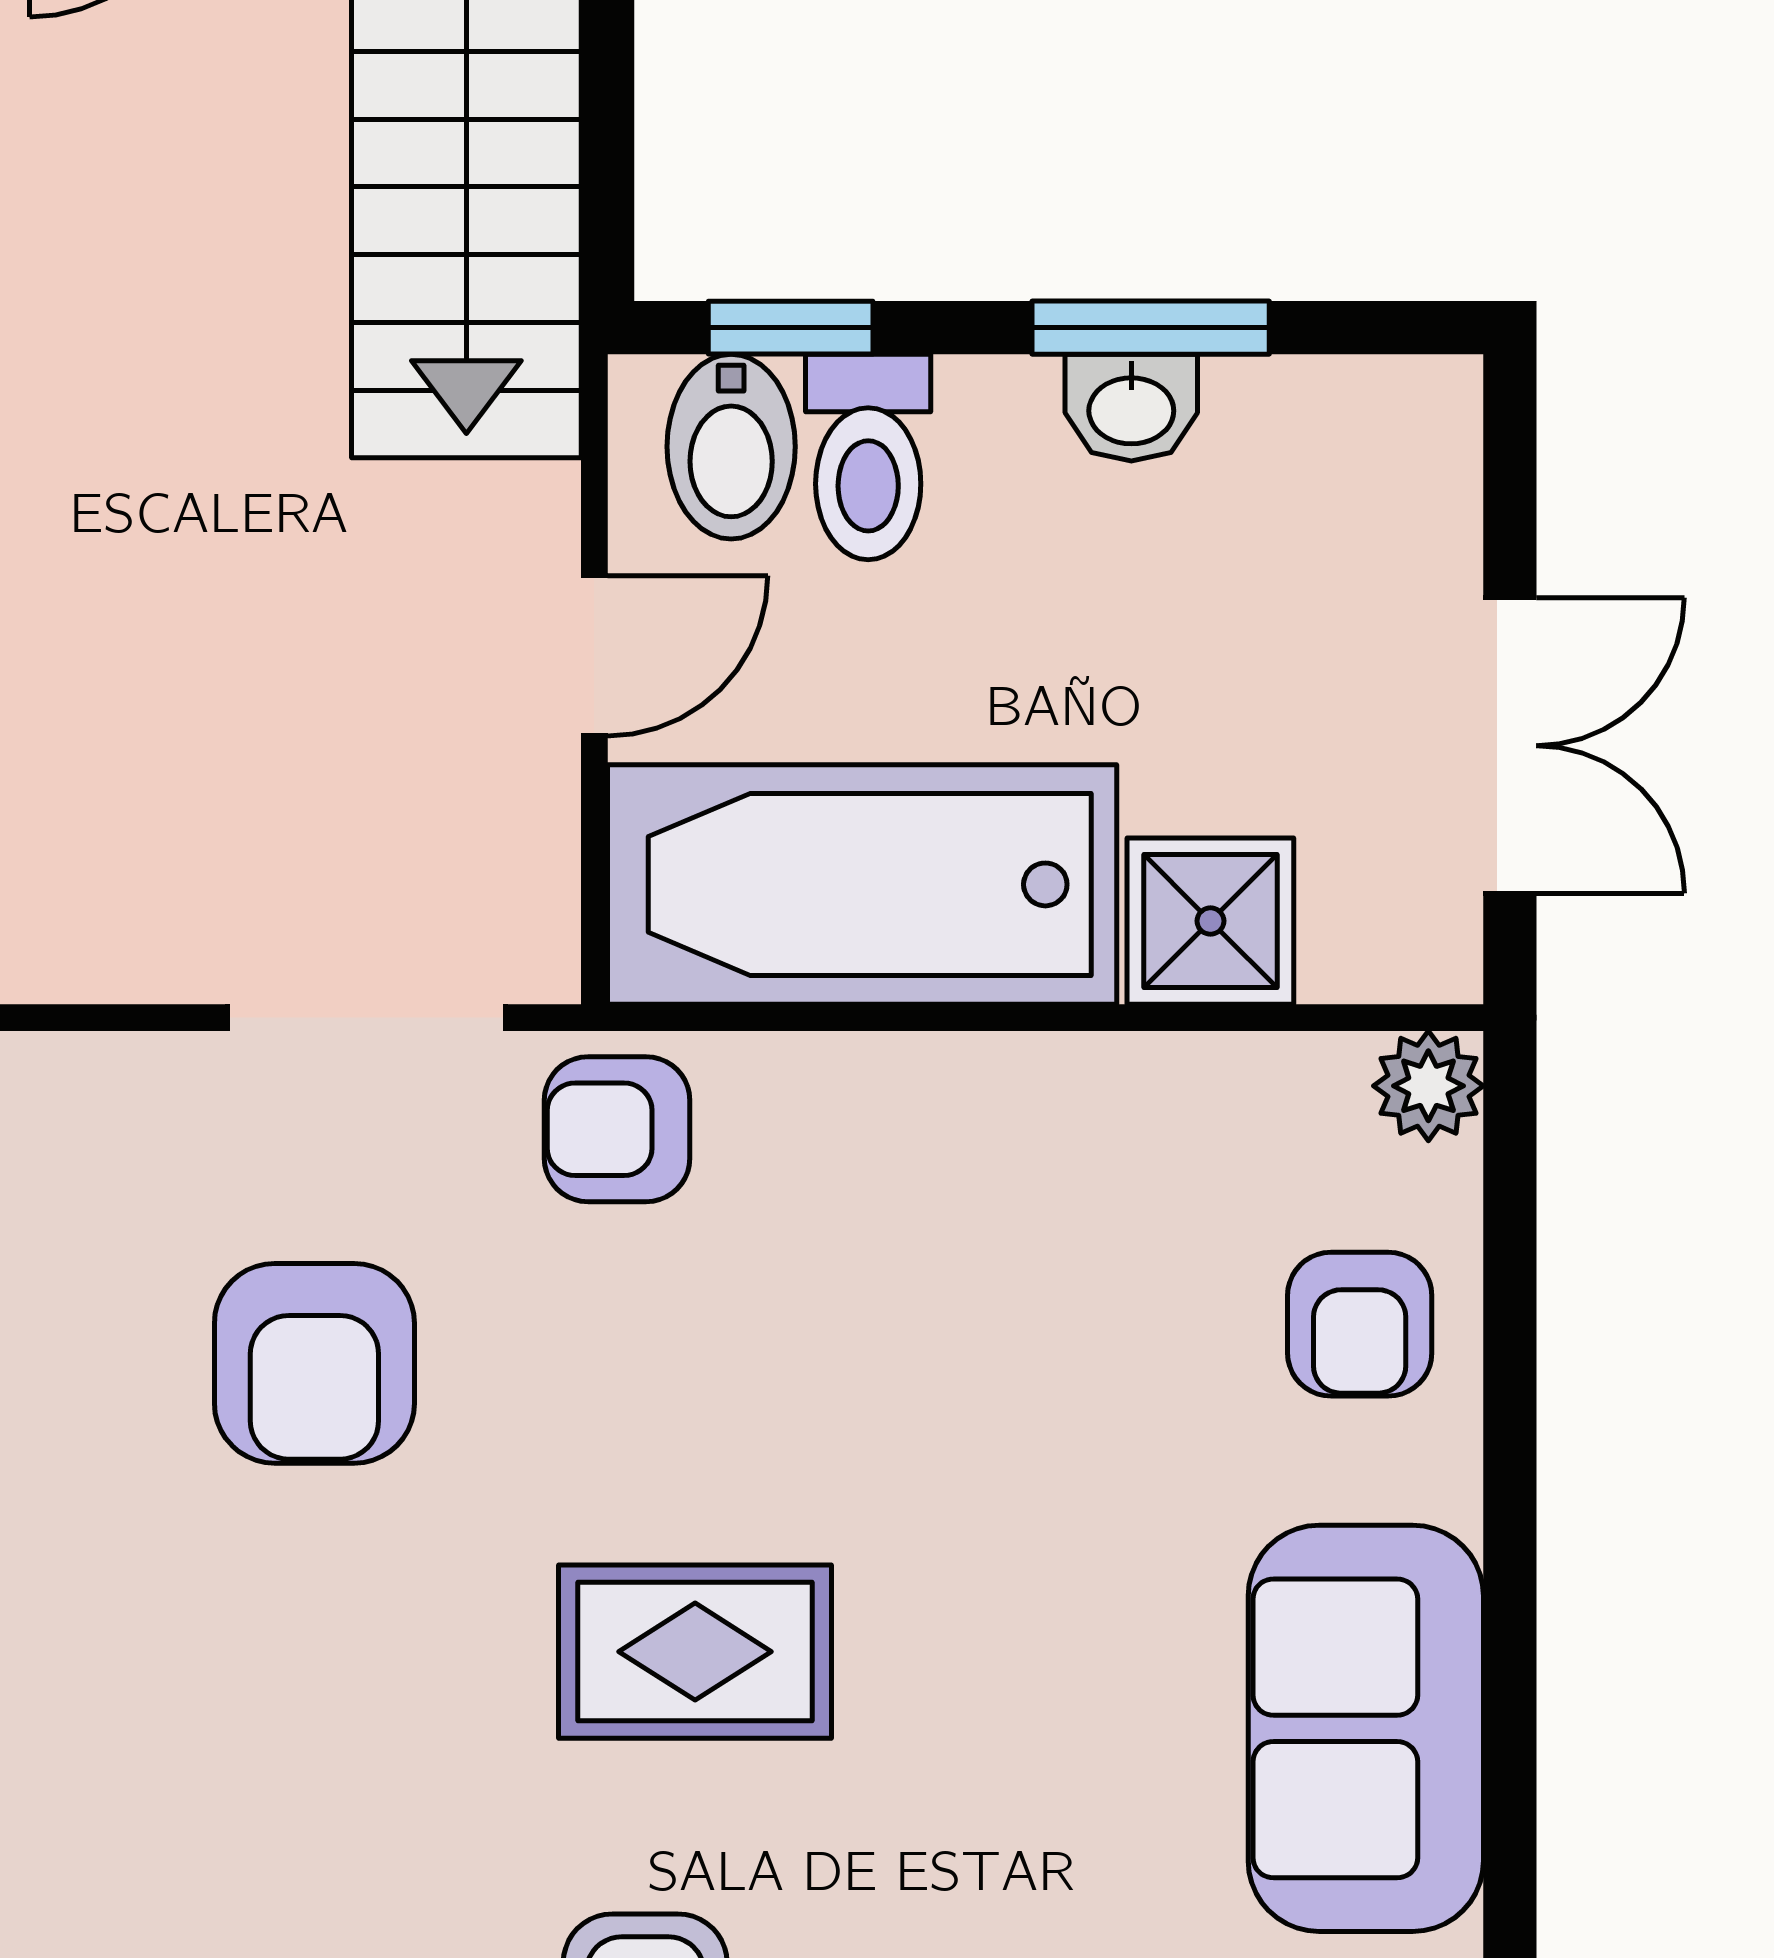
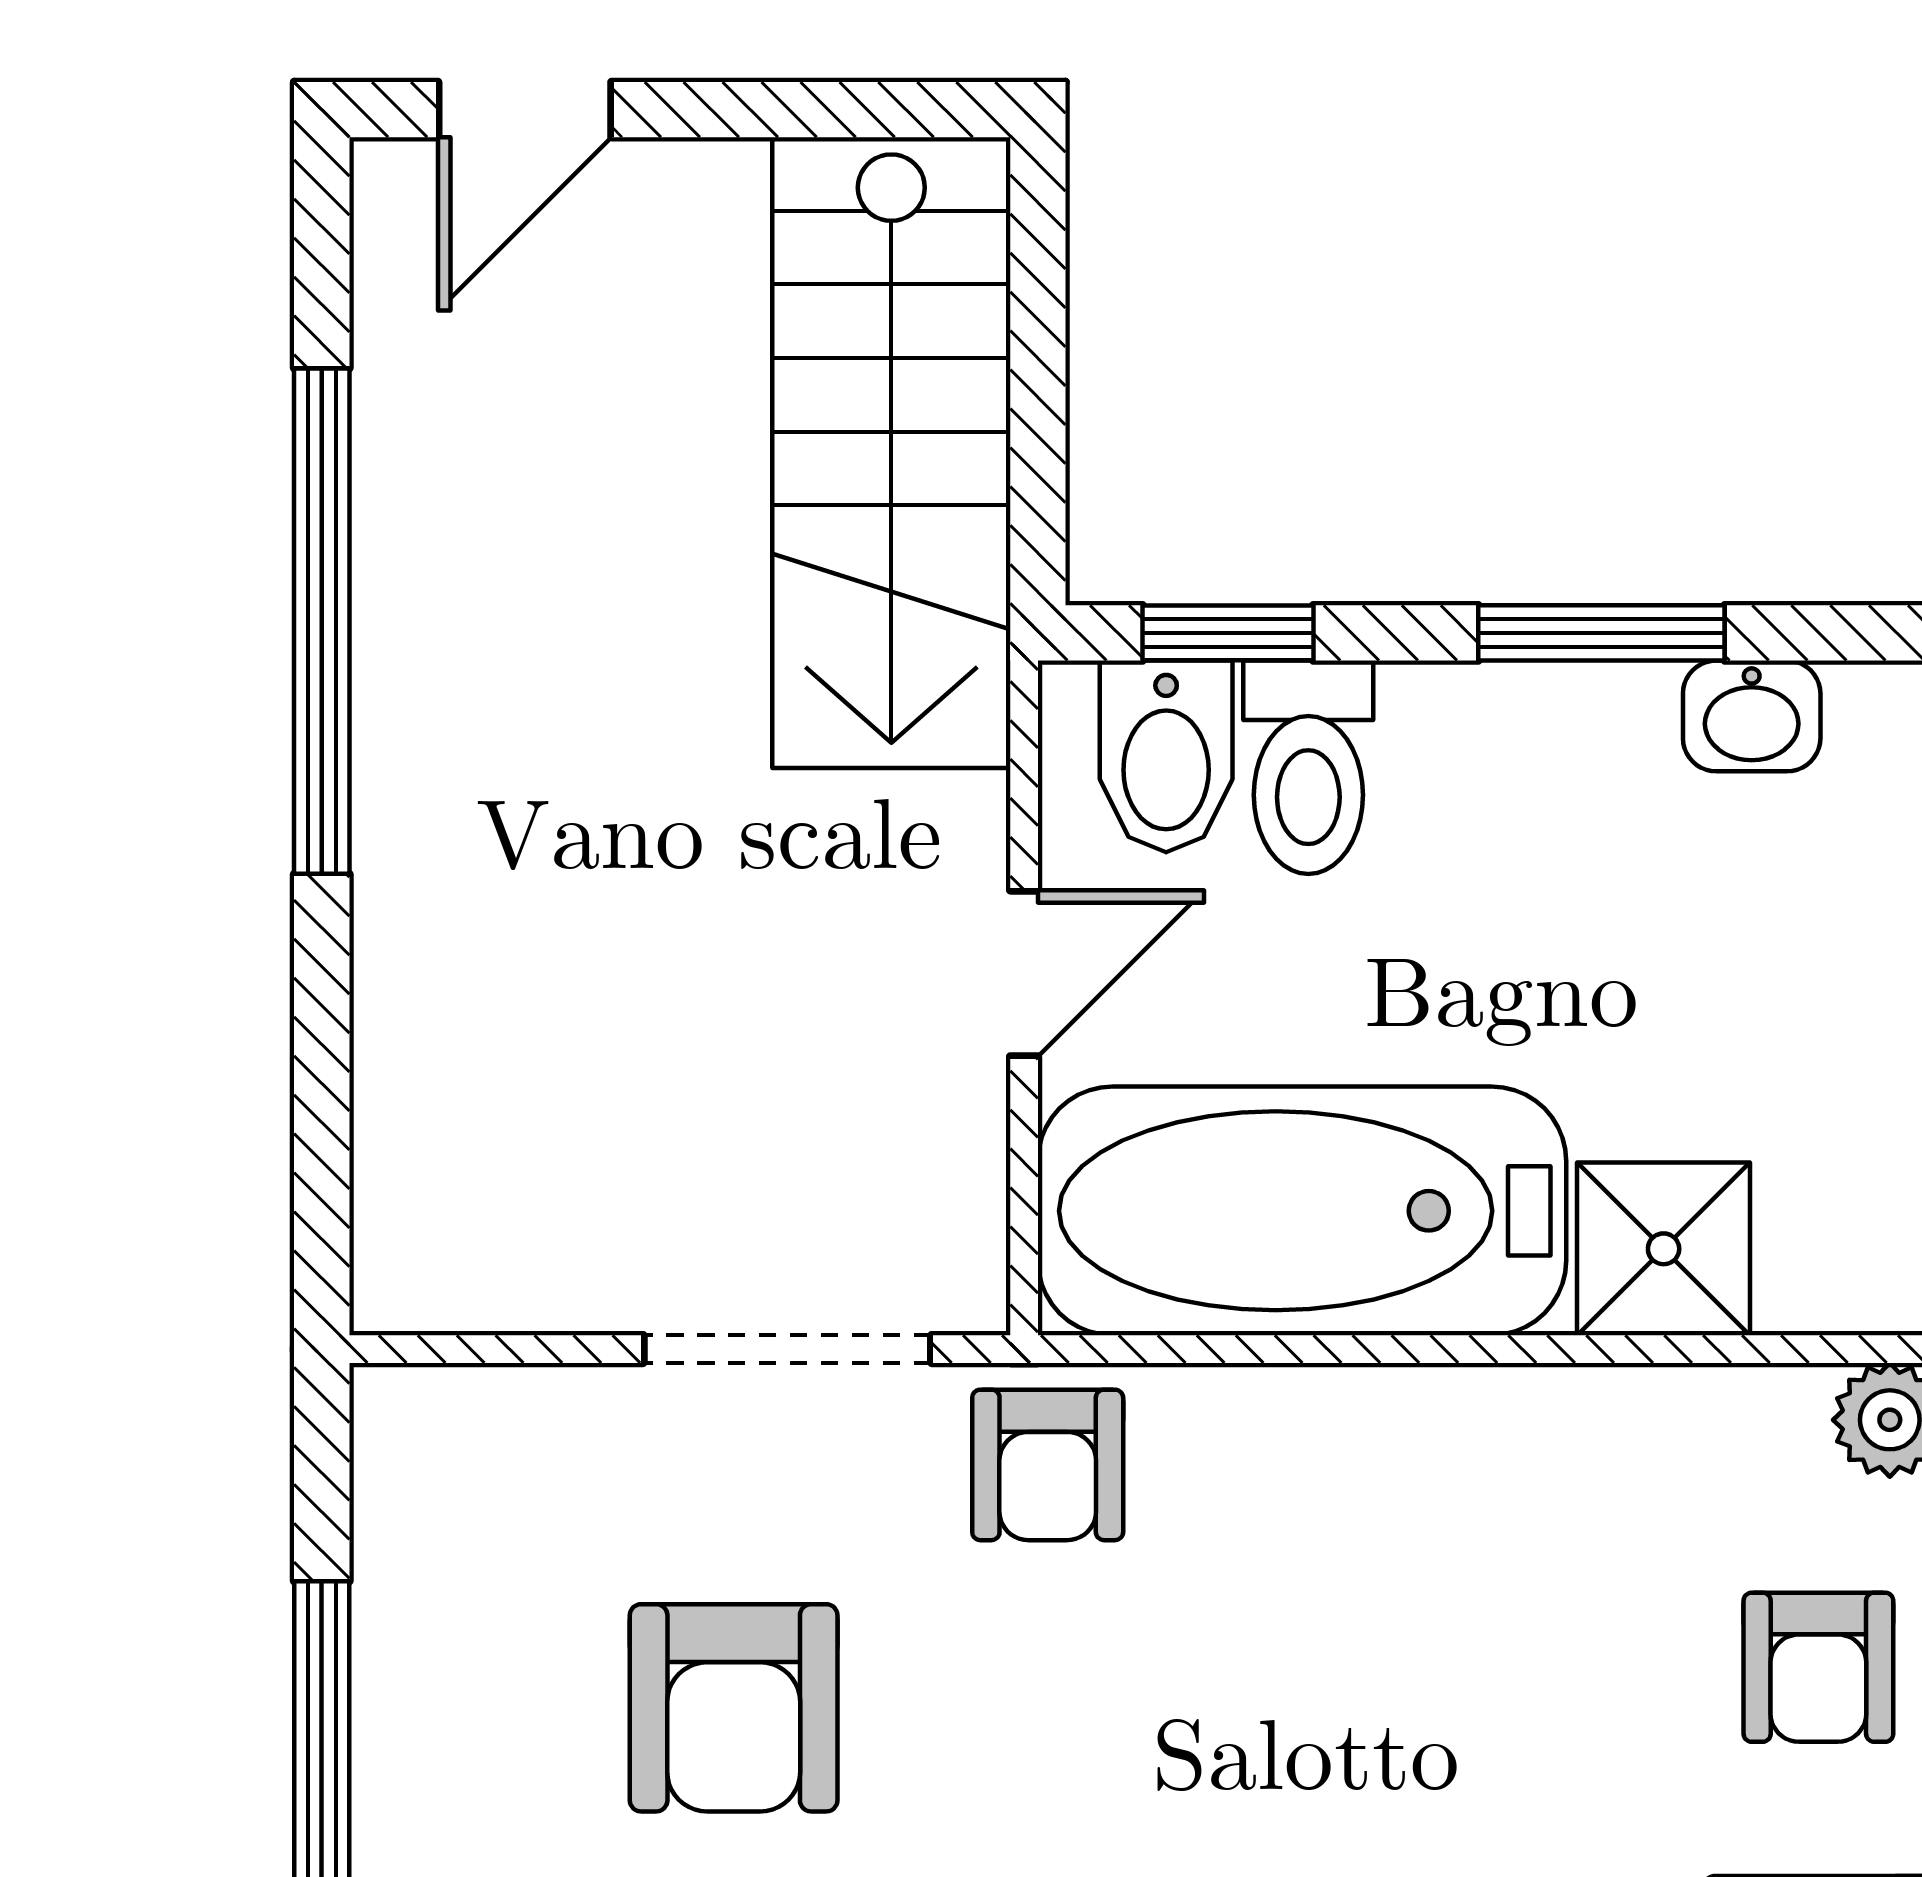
washbasin: (1131, 408) -> (1752, 716), moved
armchair: (617, 1129) -> (1048, 1465), turned -90

